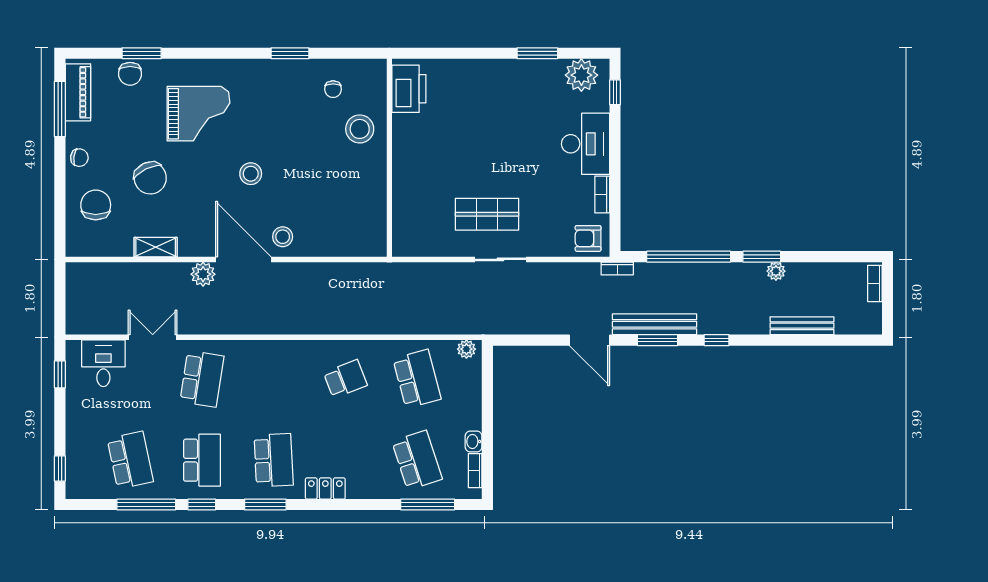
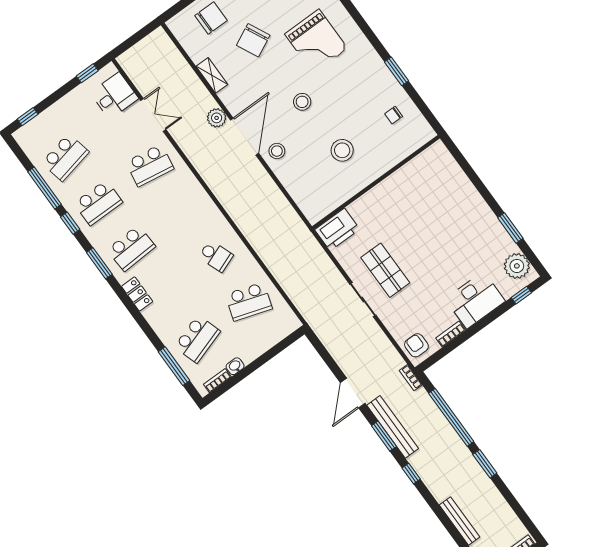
printer: (409, 89) -> (337, 229), moved
stool: (360, 129) -> (342, 150), moved
plant: (776, 271) -> (482, 479), removed
plant: (466, 349) -> (290, 319), removed
school desk: (417, 379) -> (249, 302), turned 33

